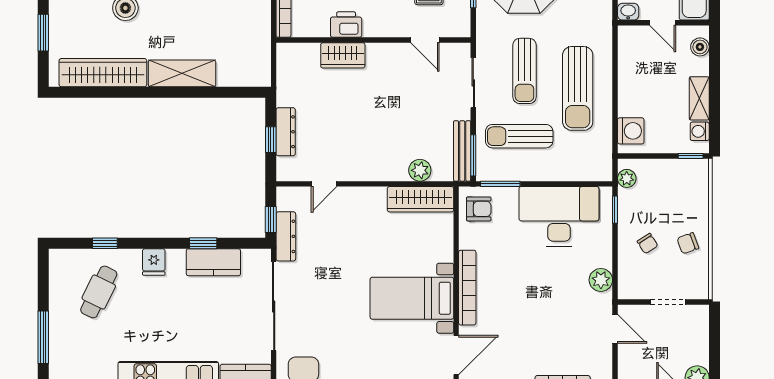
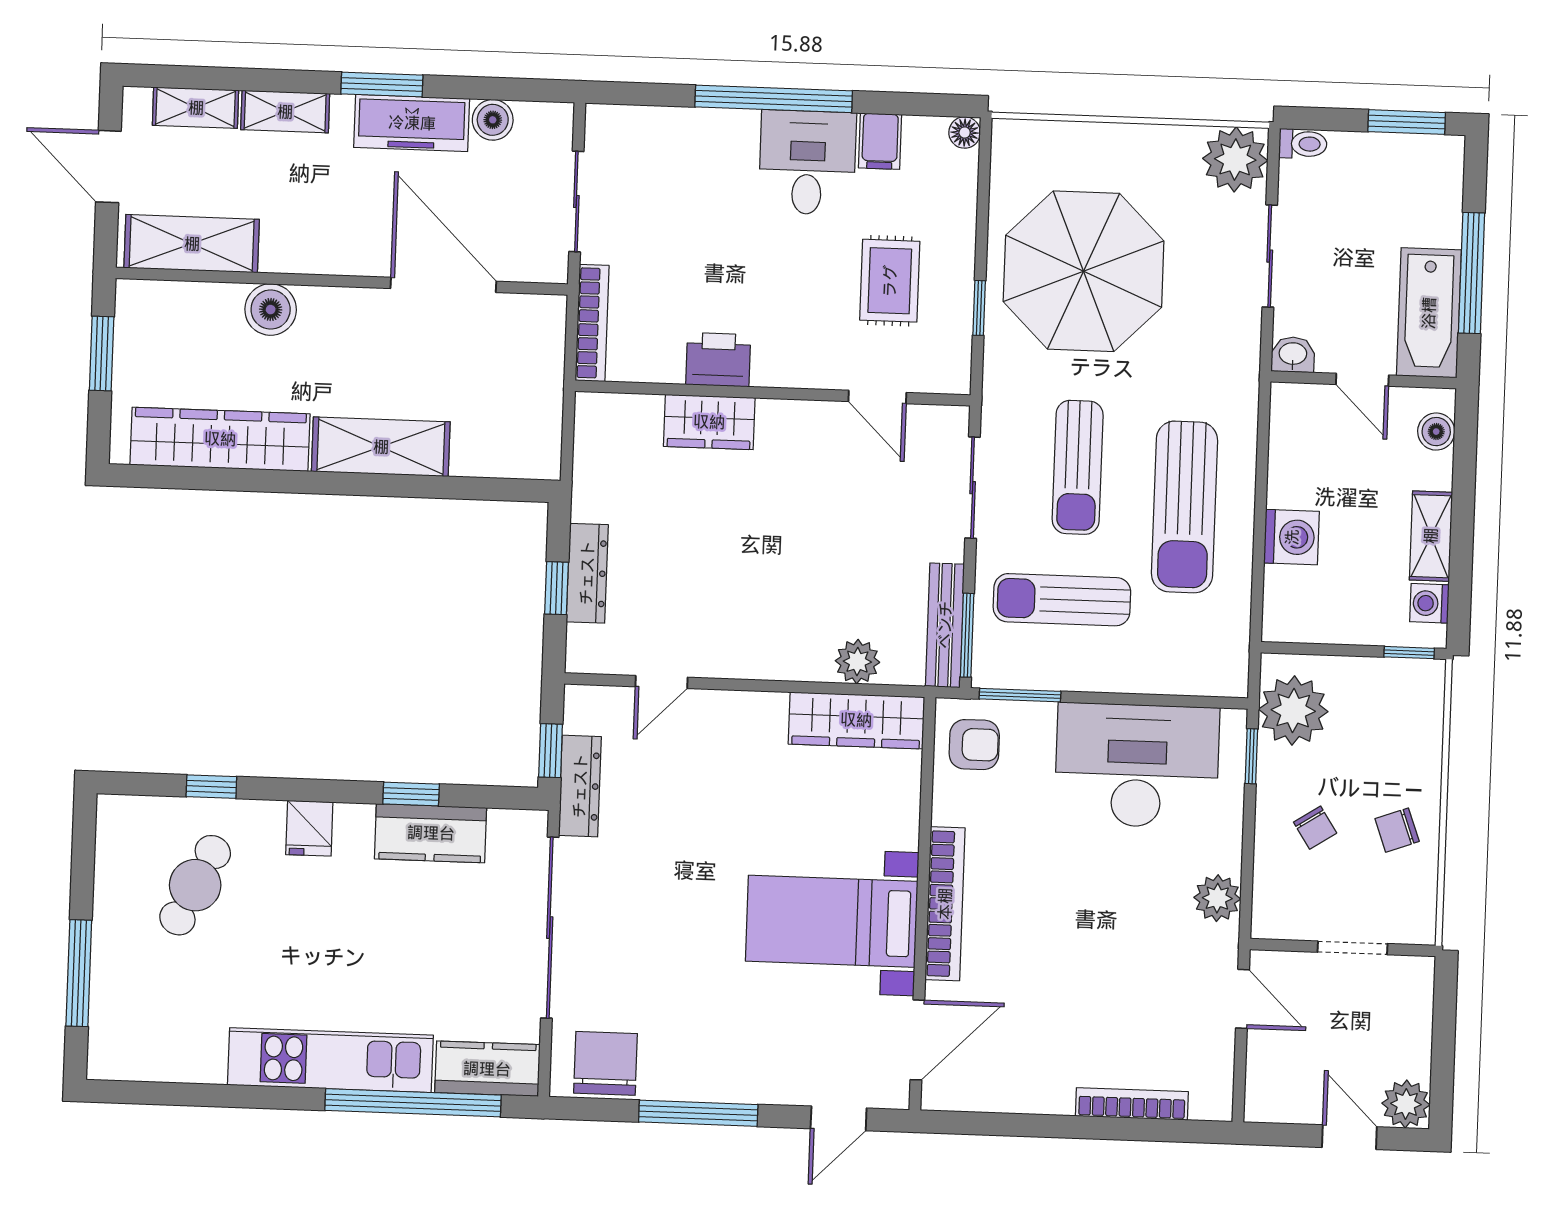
washing machine: (631, 131) -> (1292, 537), moved
plant: (627, 178) -> (1293, 710), width x1.88, depth x1.88

